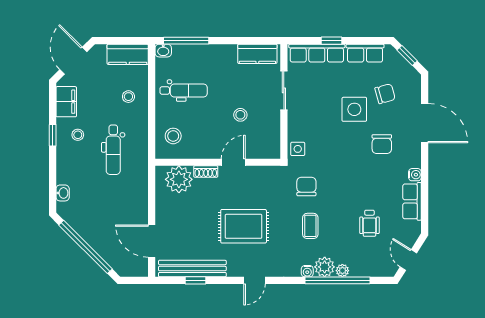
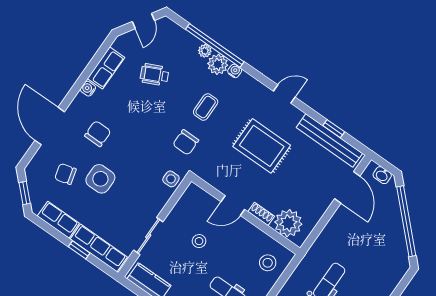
washbasin: (63, 193) -> (382, 175), moved, turned -90
wheelchair: (369, 223) -> (154, 75), turned -115

